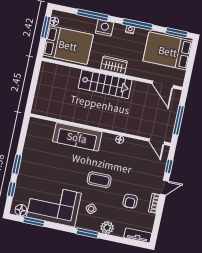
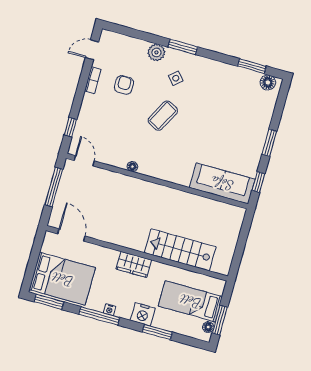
window: (93, 15) -> (157, 332), width x0.69
bed: (68, 45) -> (190, 301), width x0.67
stairs: (105, 84) -> (180, 250), moved
sofa: (77, 137) -> (222, 183), moved
coffee table: (99, 180) -> (163, 116), turned -62
door: (164, 188) -> (92, 50), moved
window: (12, 189) -> (258, 182), moved
corner sofa: (54, 205) -> (224, 86), removed
tv unit: (138, 235) -> (117, 39), removed

